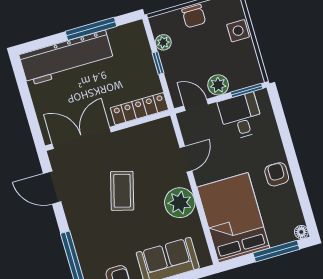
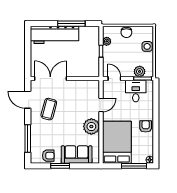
plant: (218, 85) -> (140, 71), moved
locker: (139, 109) -> (85, 72), removed
coffee table: (122, 191) -> (49, 109), moved

